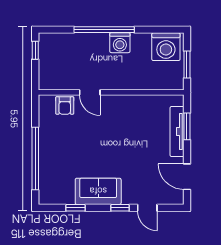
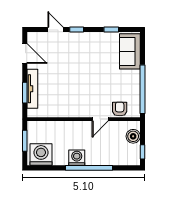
boiler: (47, 70) -> (133, 136), added
door: (90, 92) -> (100, 119), swing flipped
window: (35, 159) -> (143, 89), moved
sofa: (98, 191) -> (130, 51), moved, turned 90

